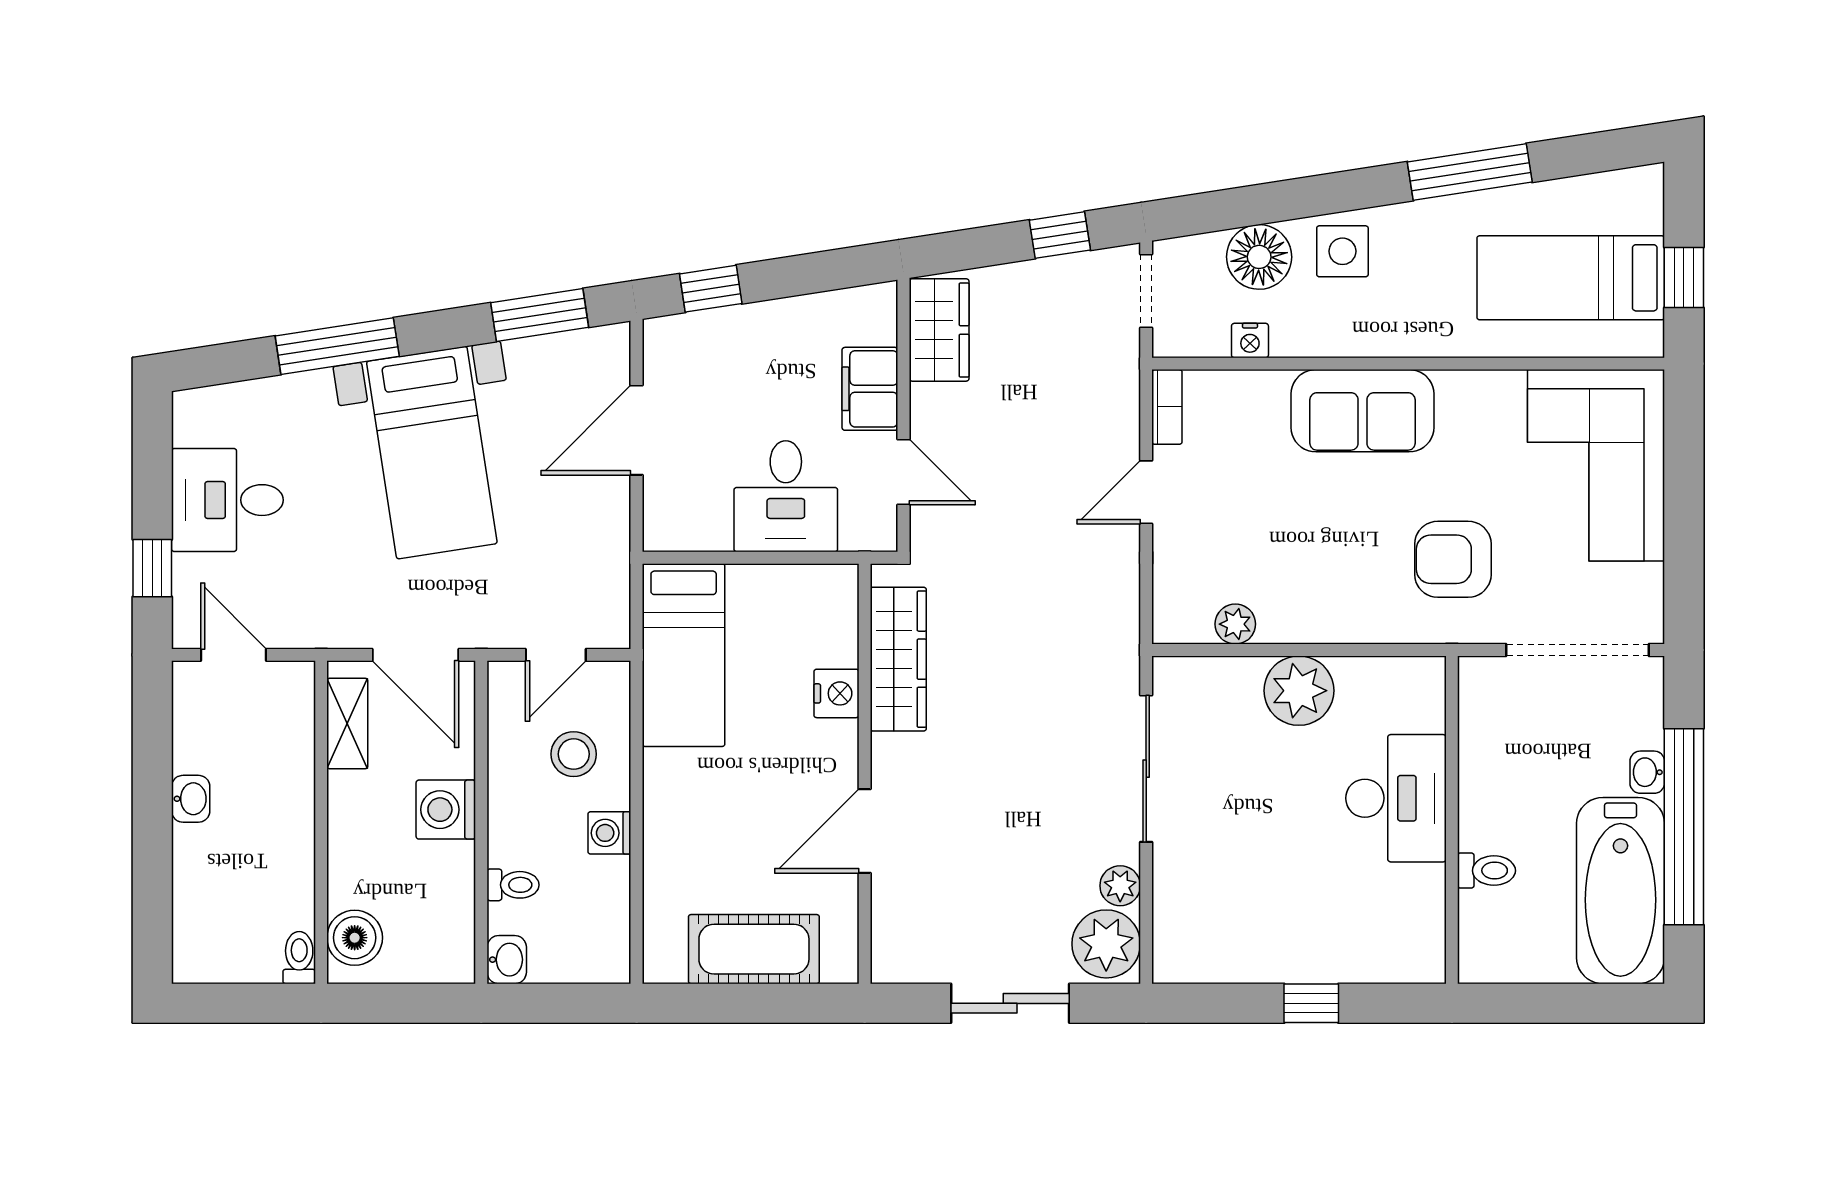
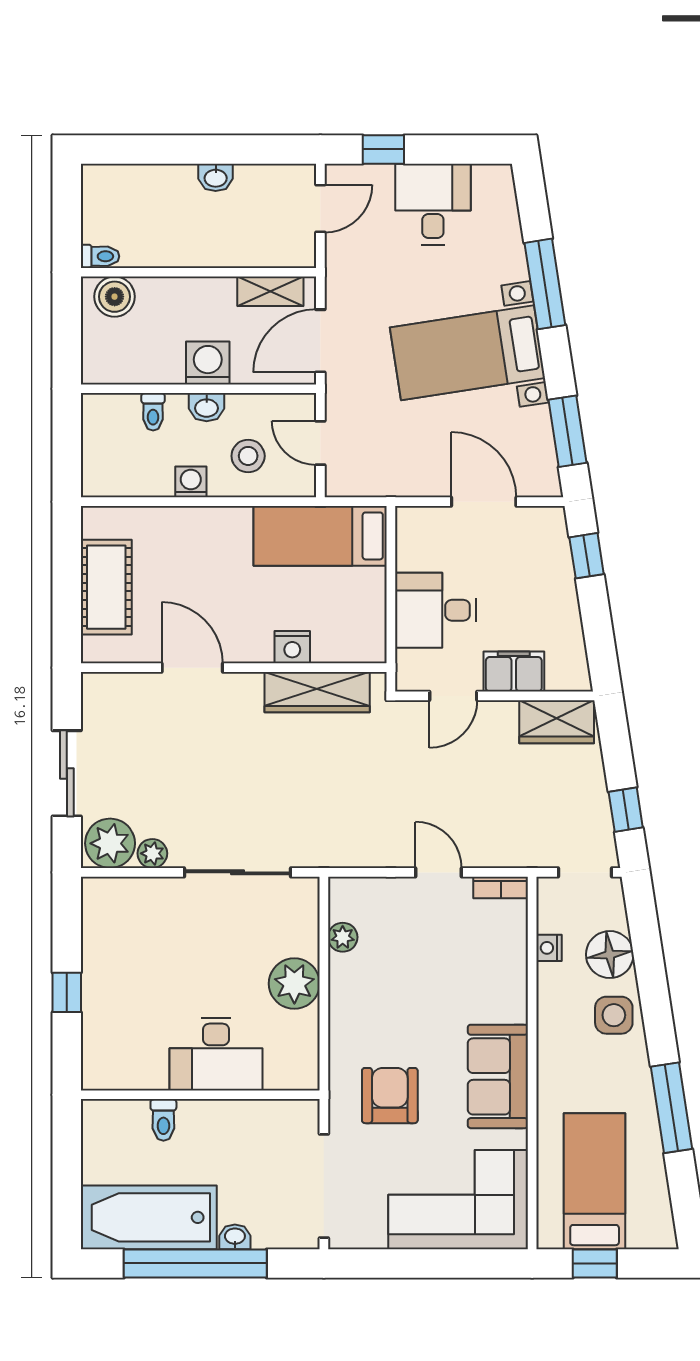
sofa: (1363, 411) -> (498, 1076), moved
washbasin: (507, 960) -> (207, 407), moved

